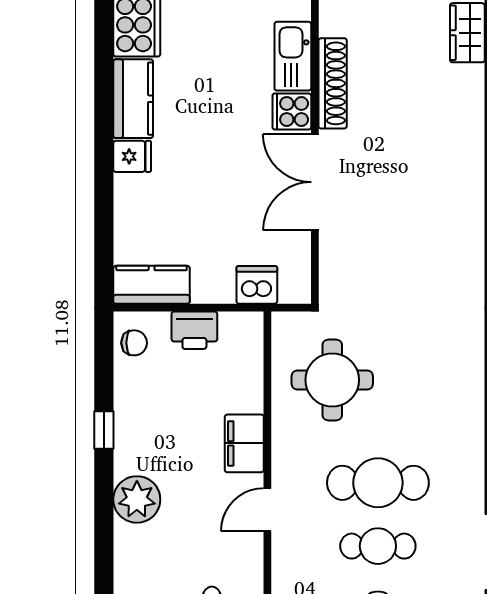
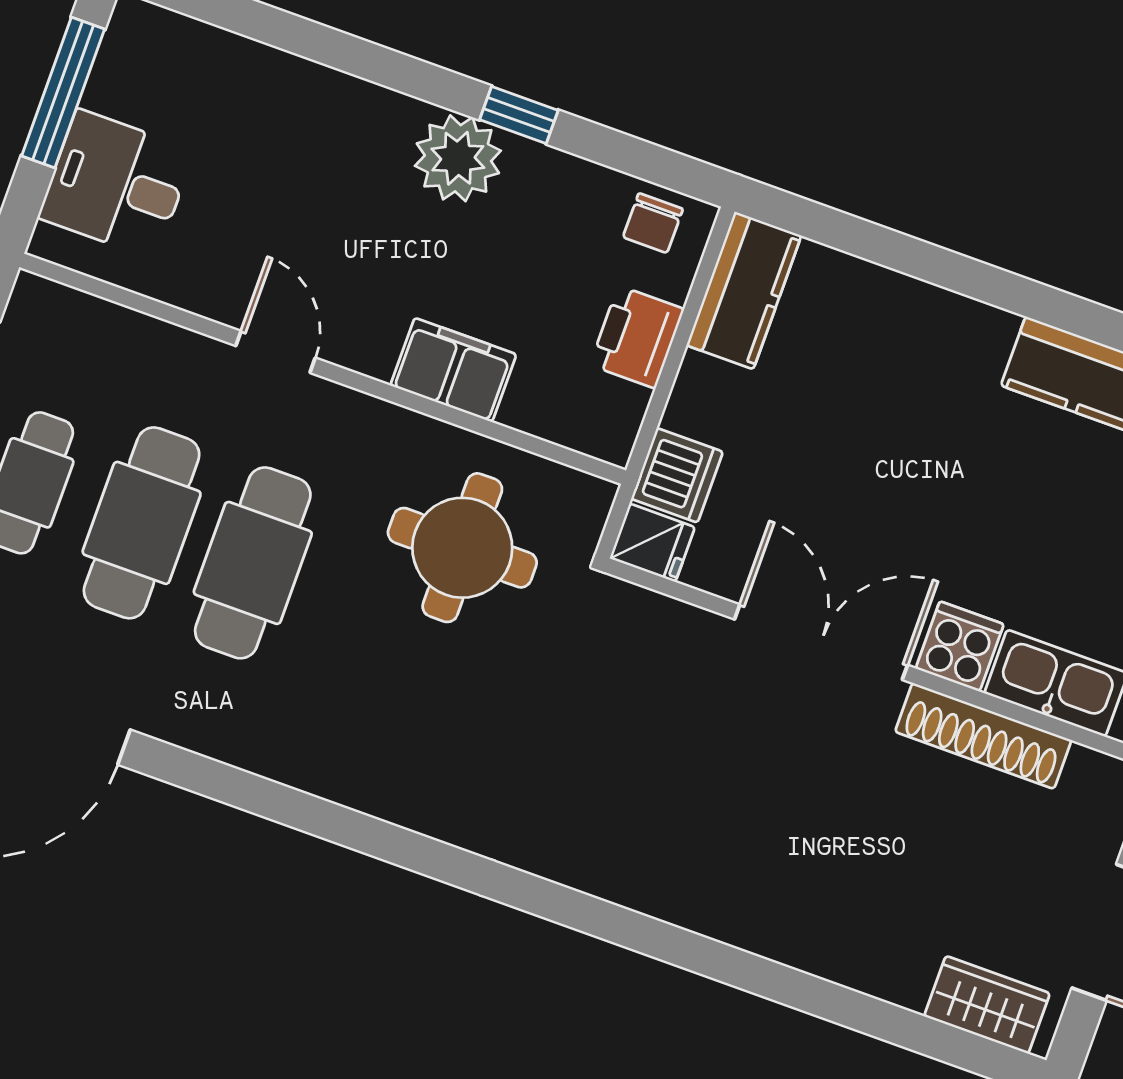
fridge: (132, 156) -> (652, 543), moved, turned -90
filing cabinet: (244, 443) -> (453, 370), moved
plant: (137, 499) -> (458, 158), moved
cafe table: (378, 546) -> (142, 523), width x1.37, depth x1.35

